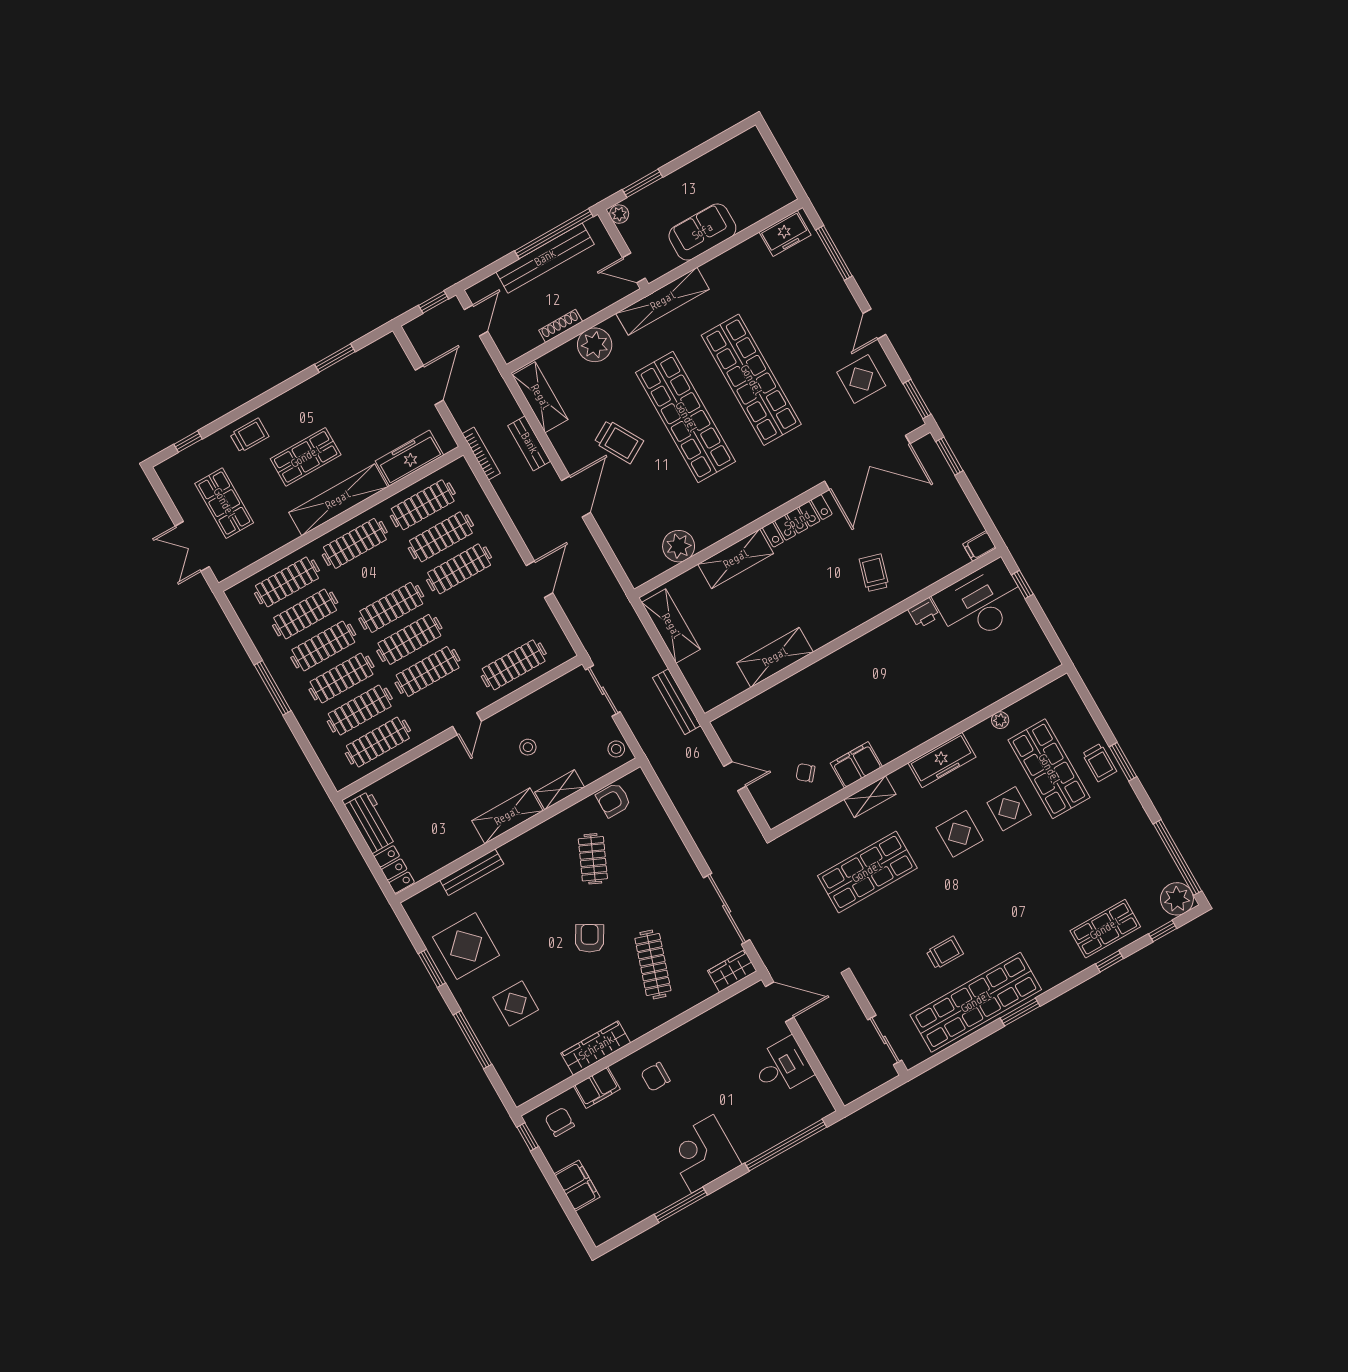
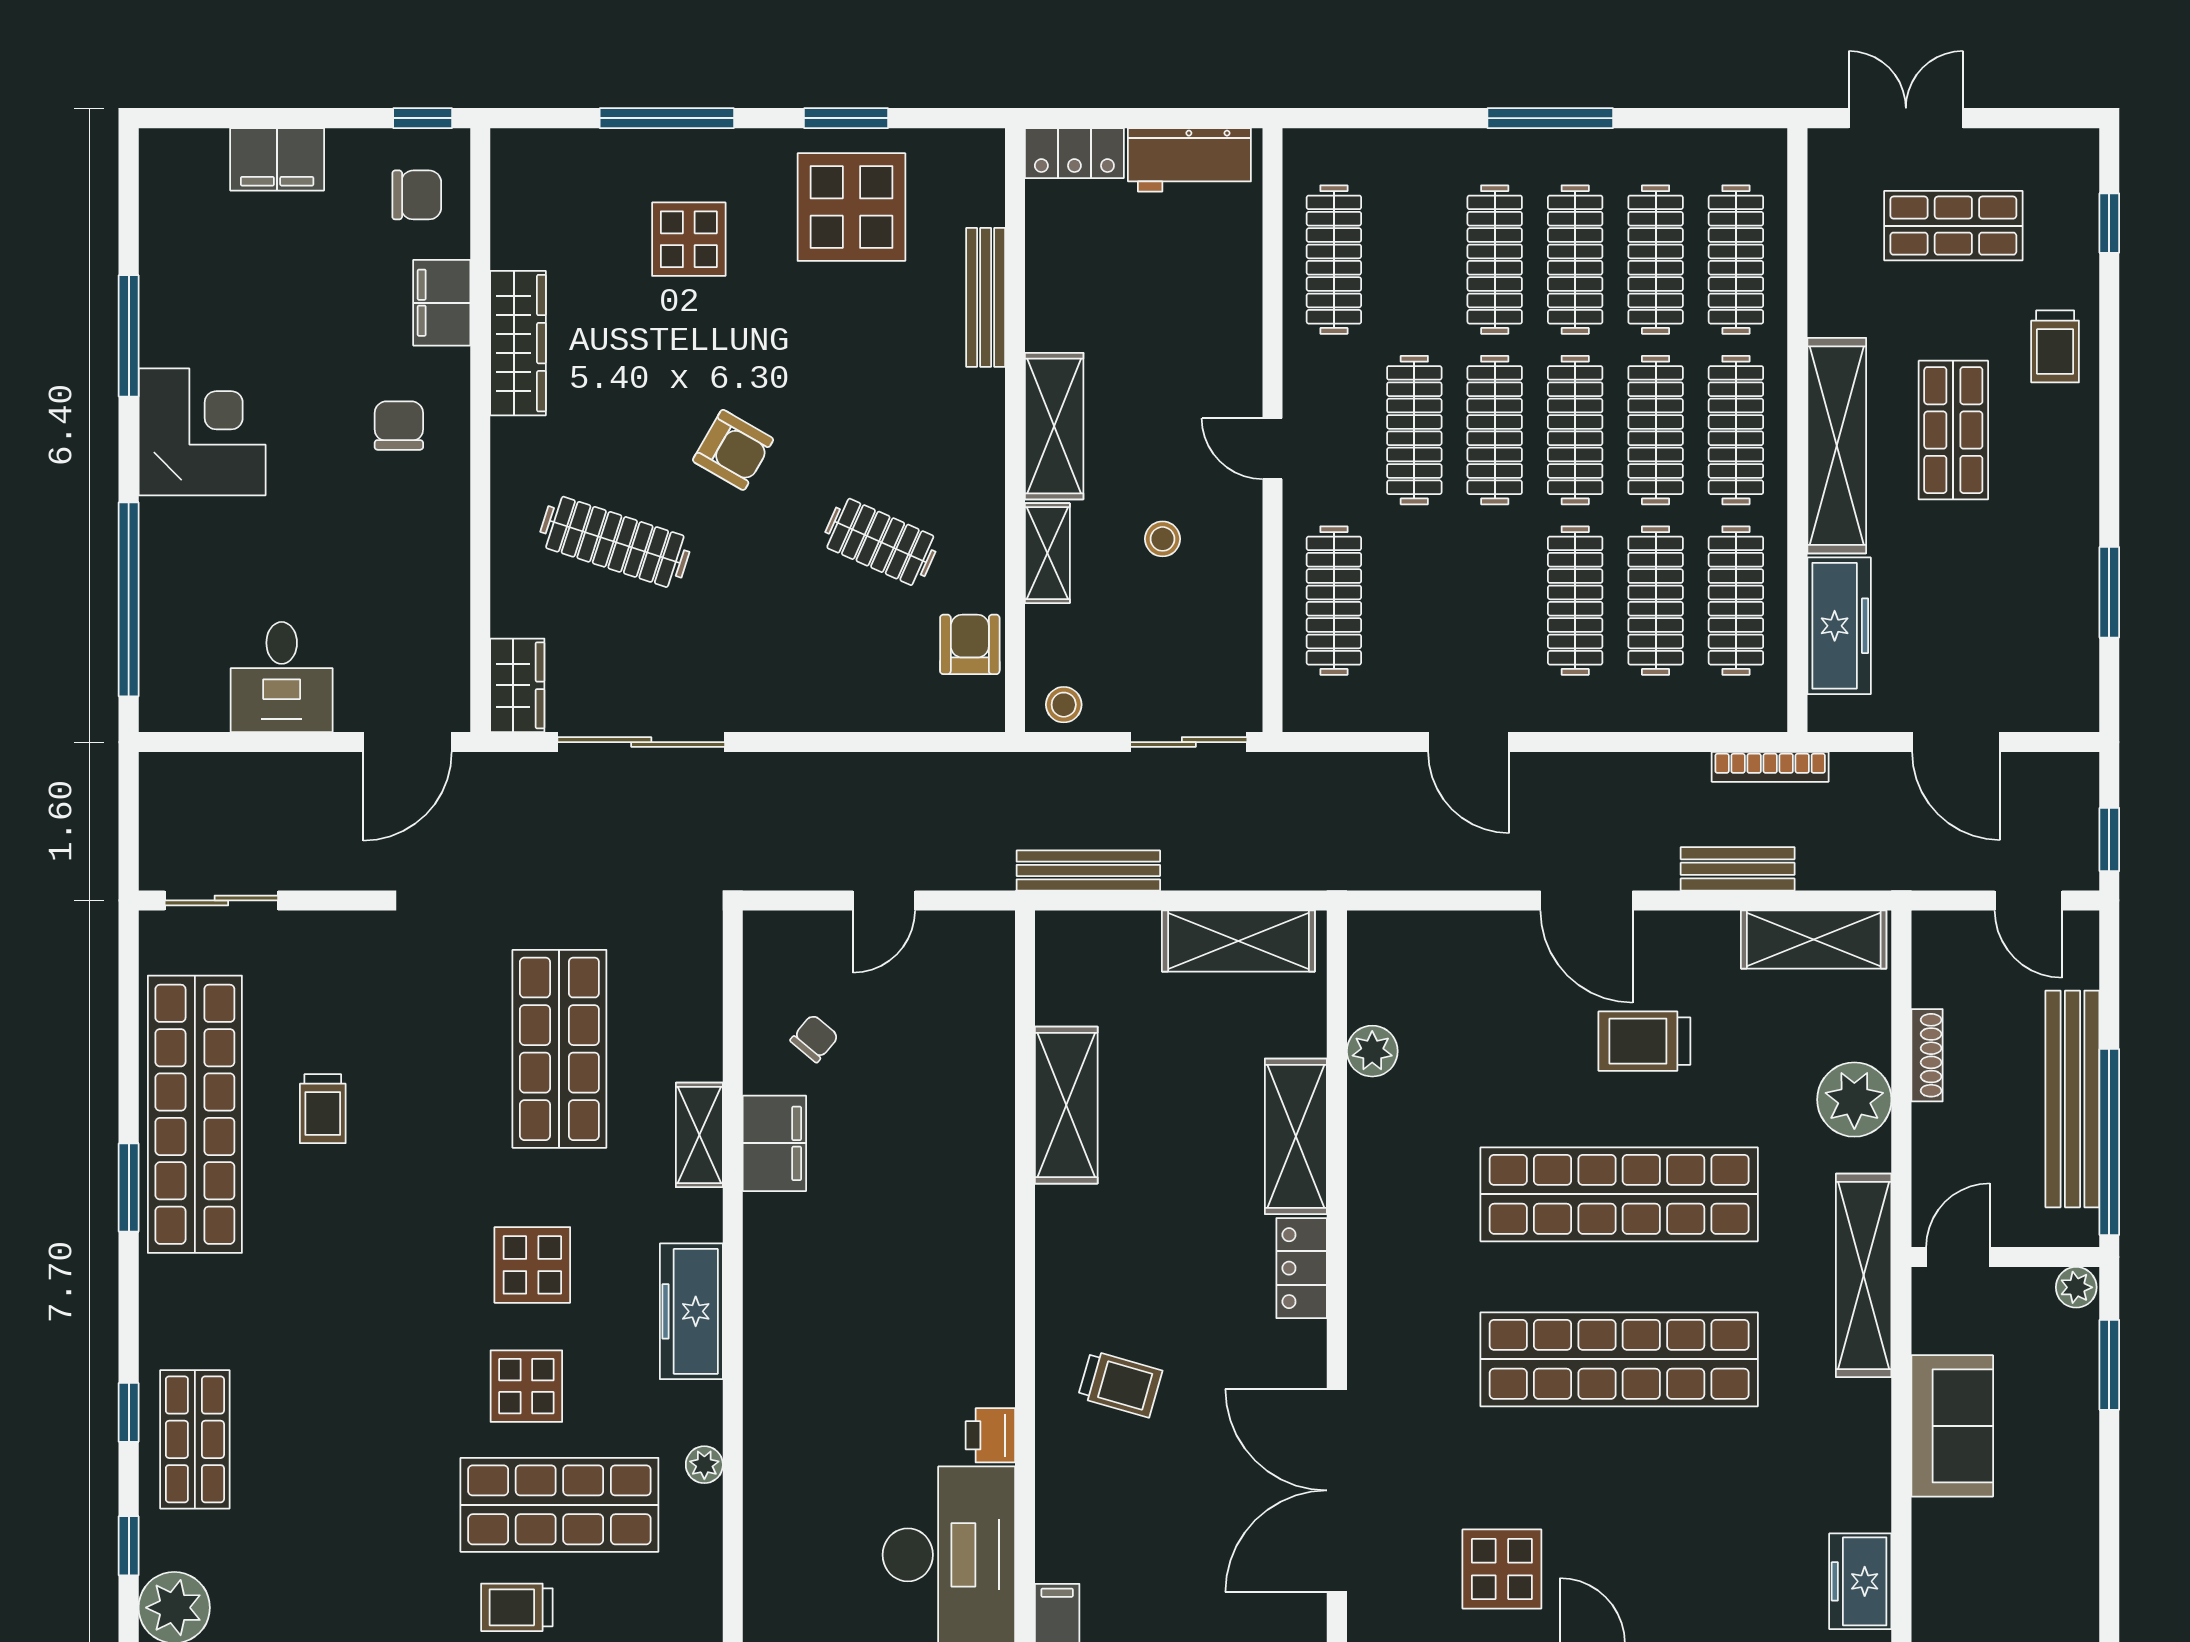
trolley: (619, 442) -> (1644, 1041), turned 30
locker: (797, 521) -> (1302, 1268), width x0.66
plant: (679, 546) -> (1372, 1051), width x0.73, depth x0.73
clothes rail: (360, 710) -> (1656, 430), moved

